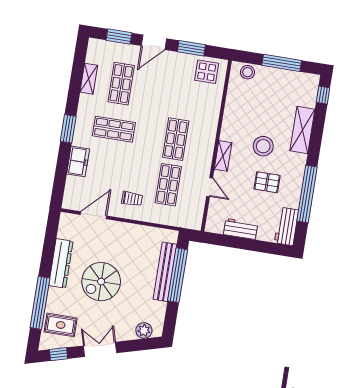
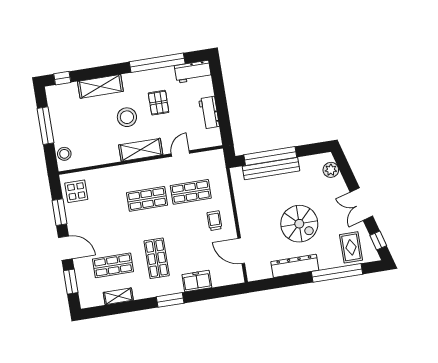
shelving: (223, 156) -> (141, 150), width x1.50, depth x1.33

